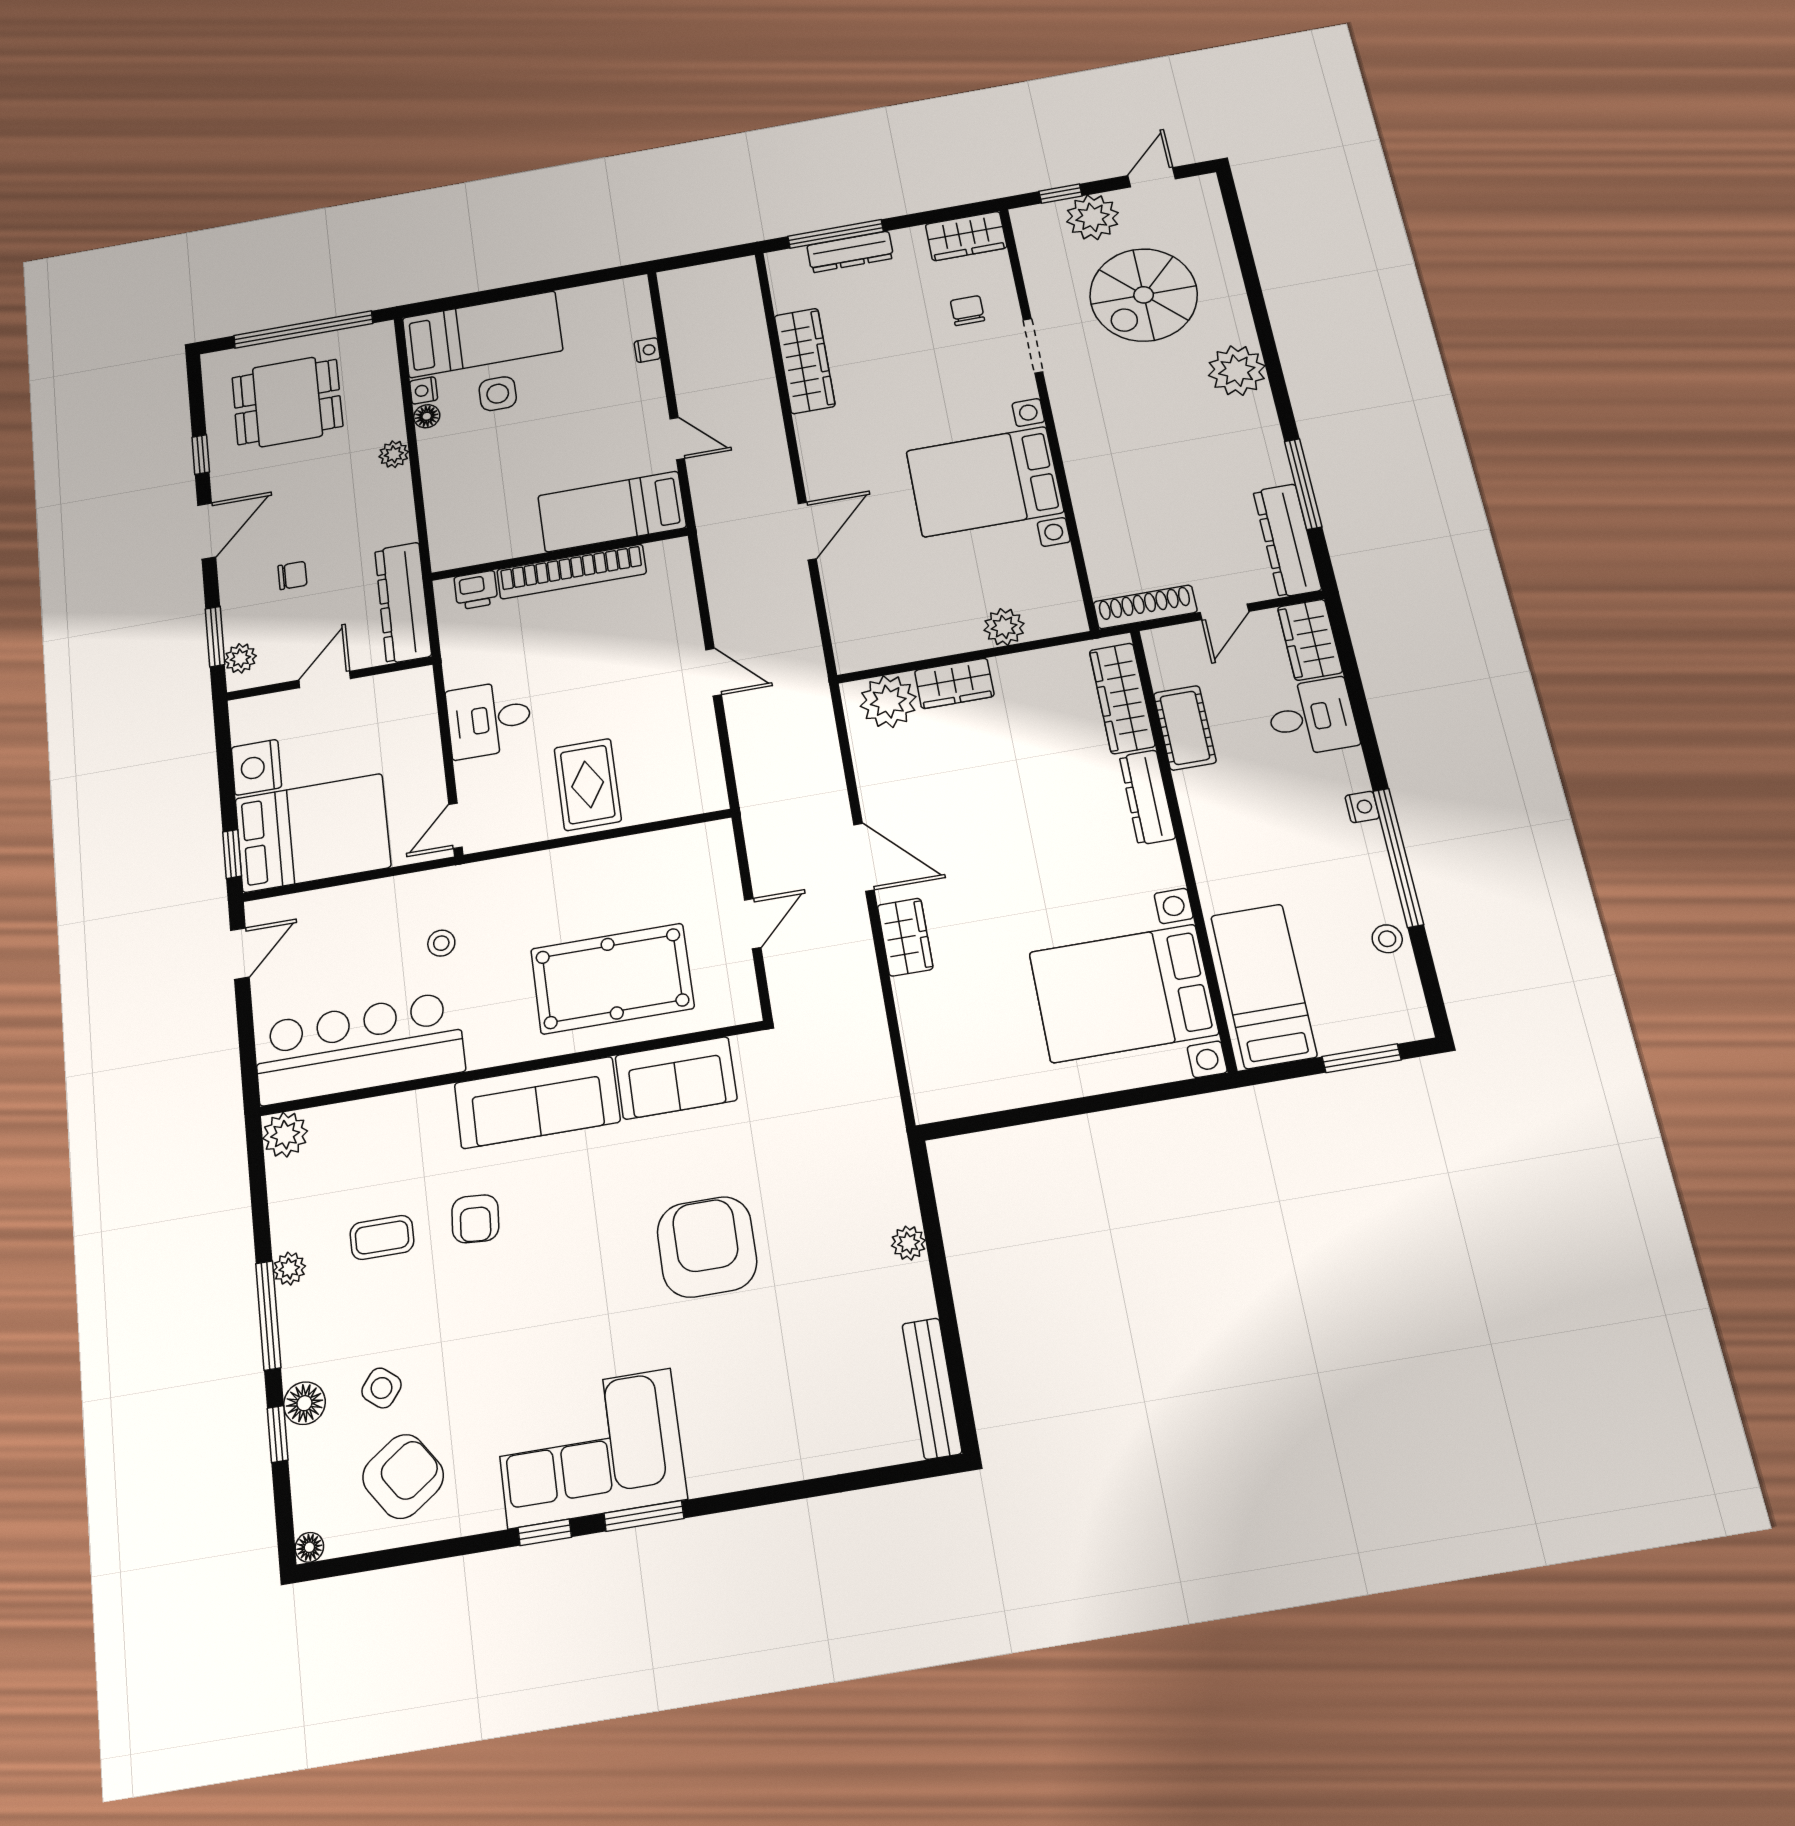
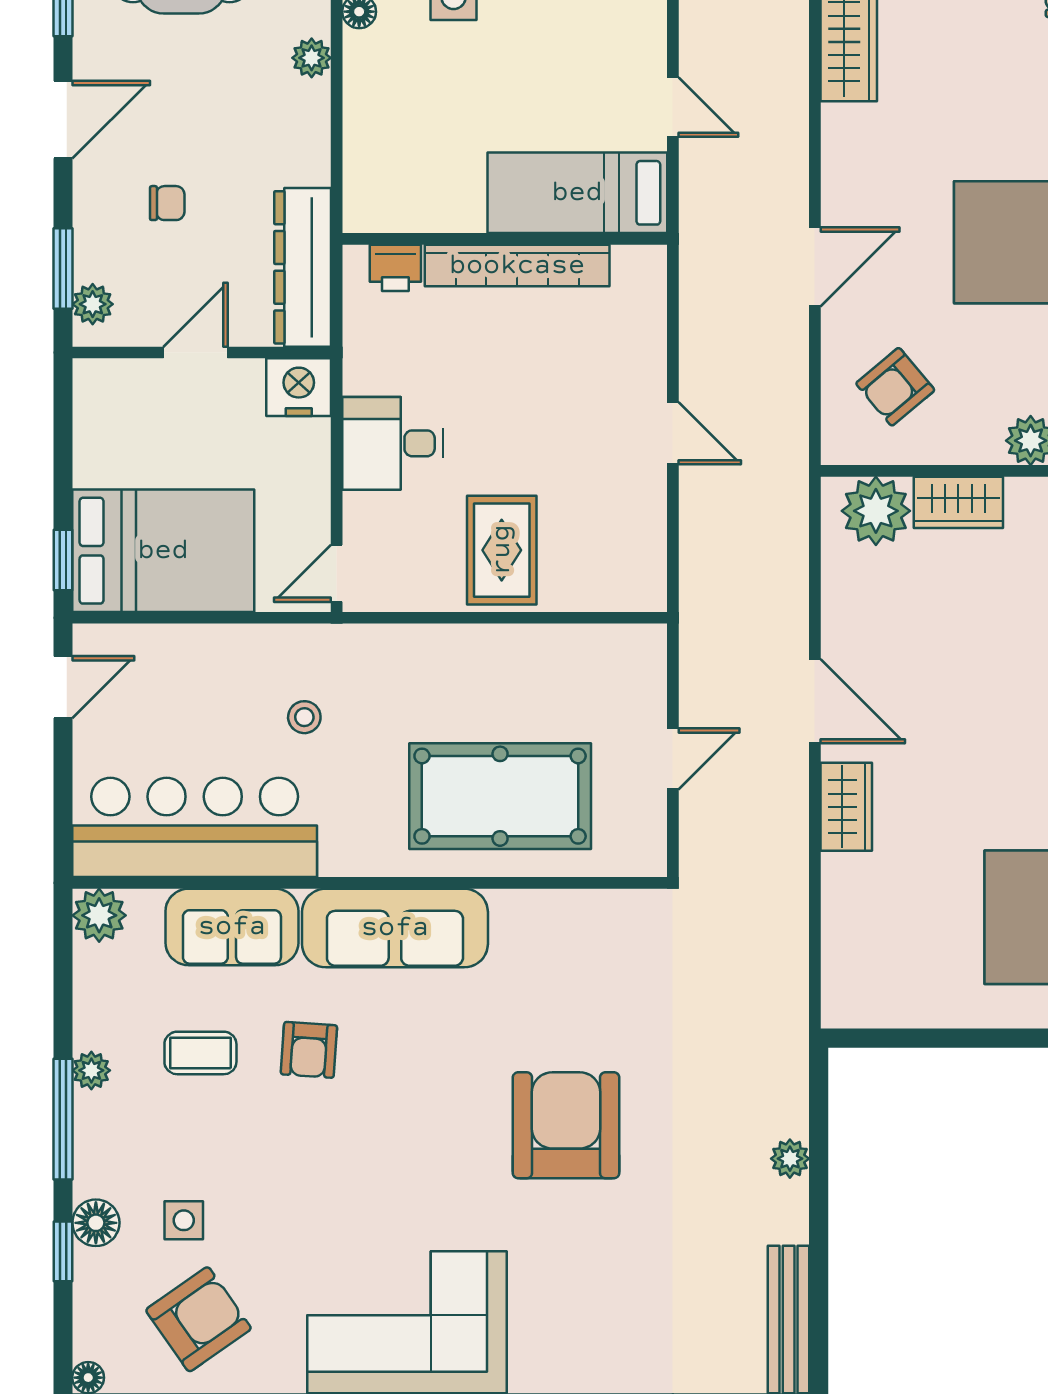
armchair: (887, 606) -> (895, 387), added
nightstand: (256, 767) -> (299, 387), moved, turned 90
sofa: (676, 1078) -> (232, 927), moved
side table: (381, 1388) -> (184, 1220), turned -38

